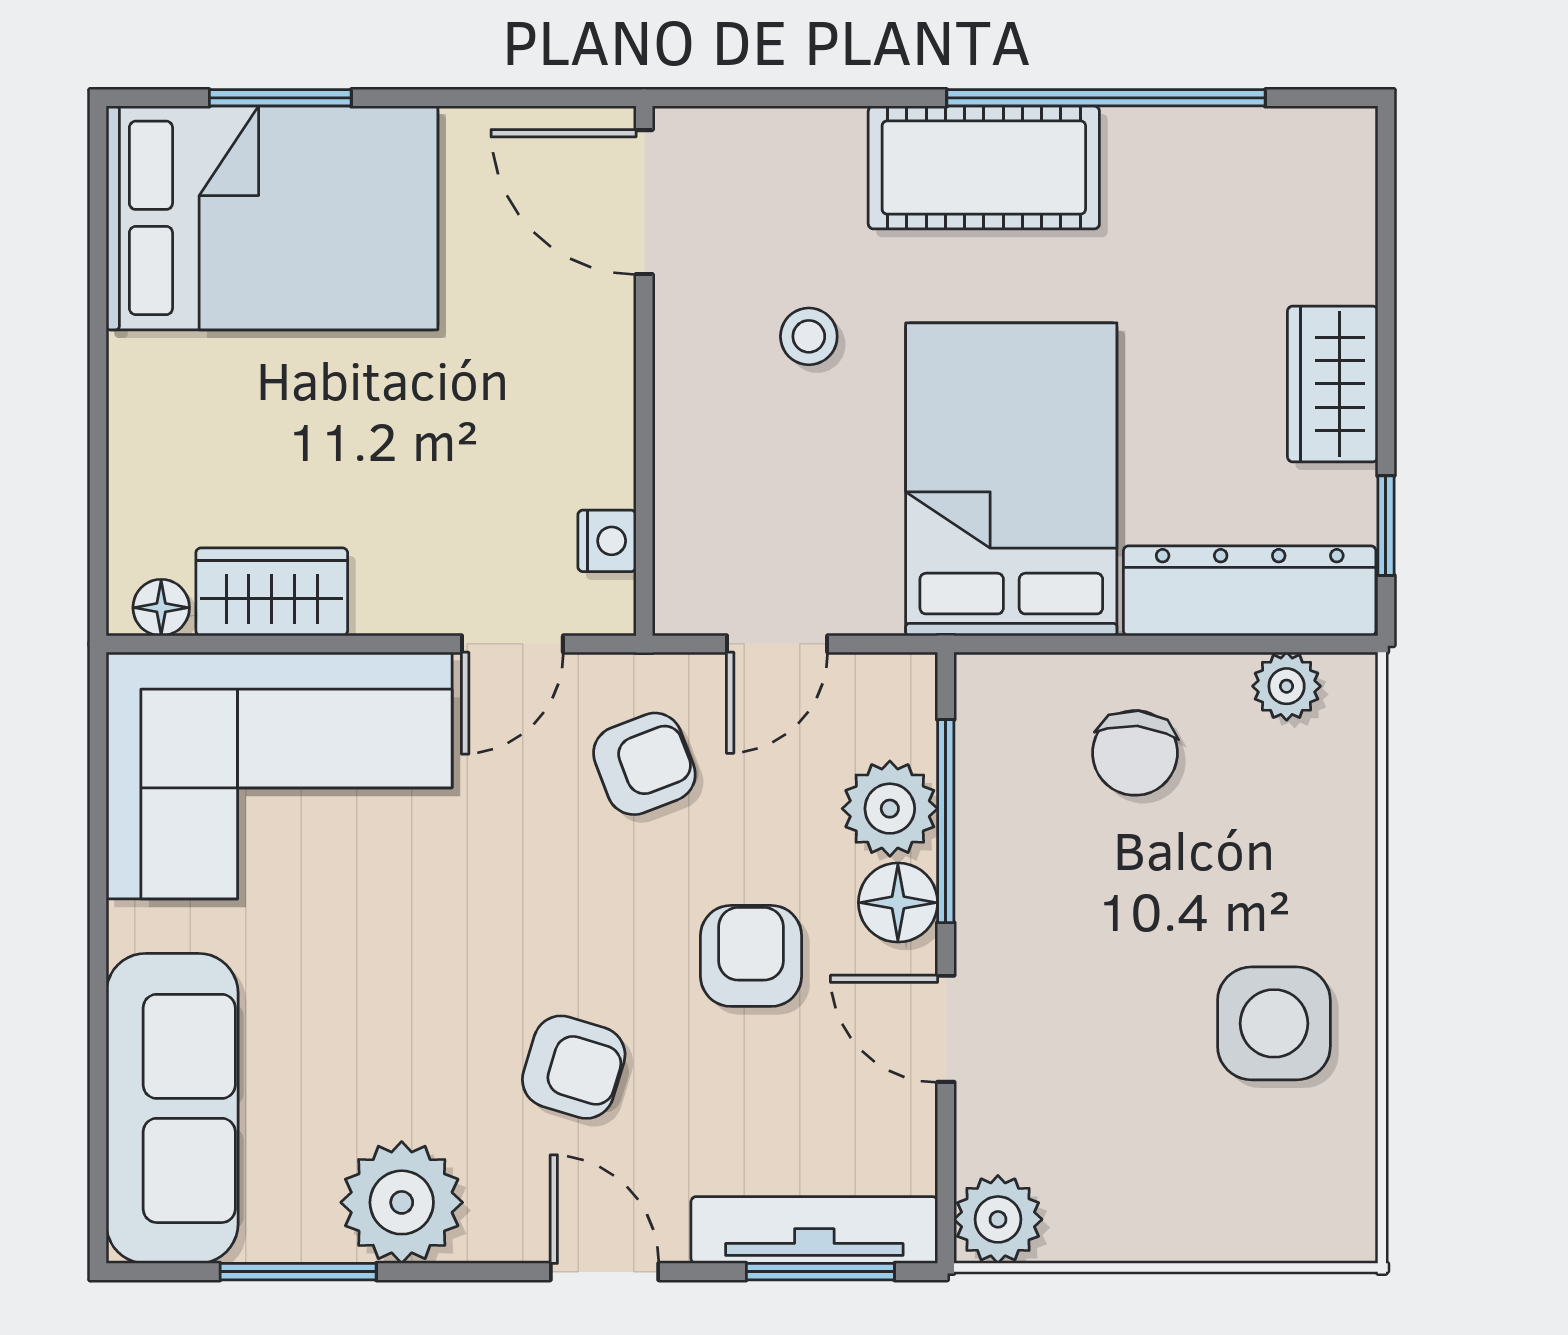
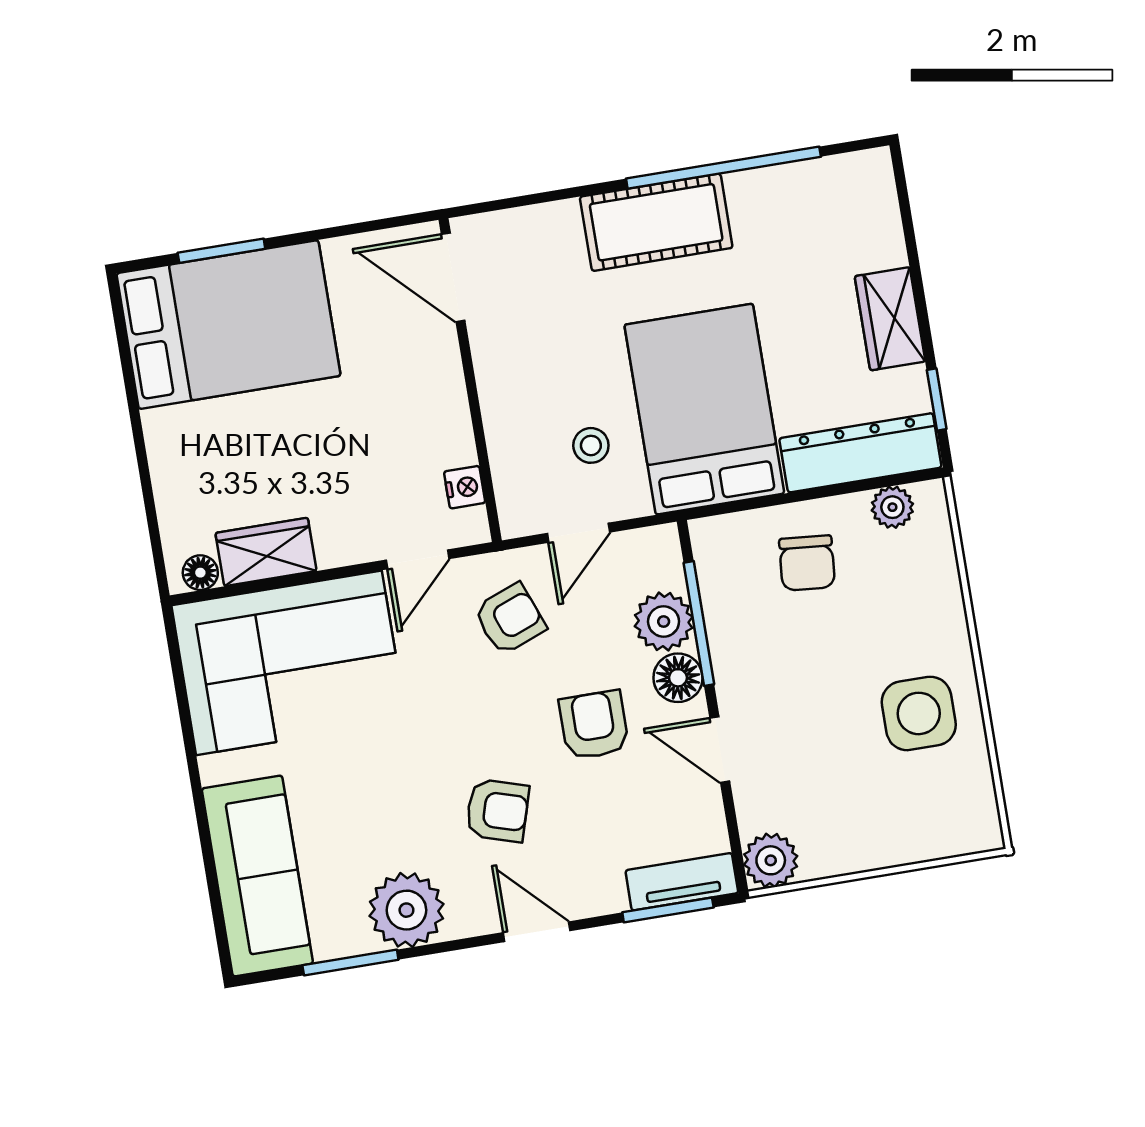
stool: (809, 336) -> (591, 445), moved
tv unit: (814, 1230) -> (682, 882), width x0.71

